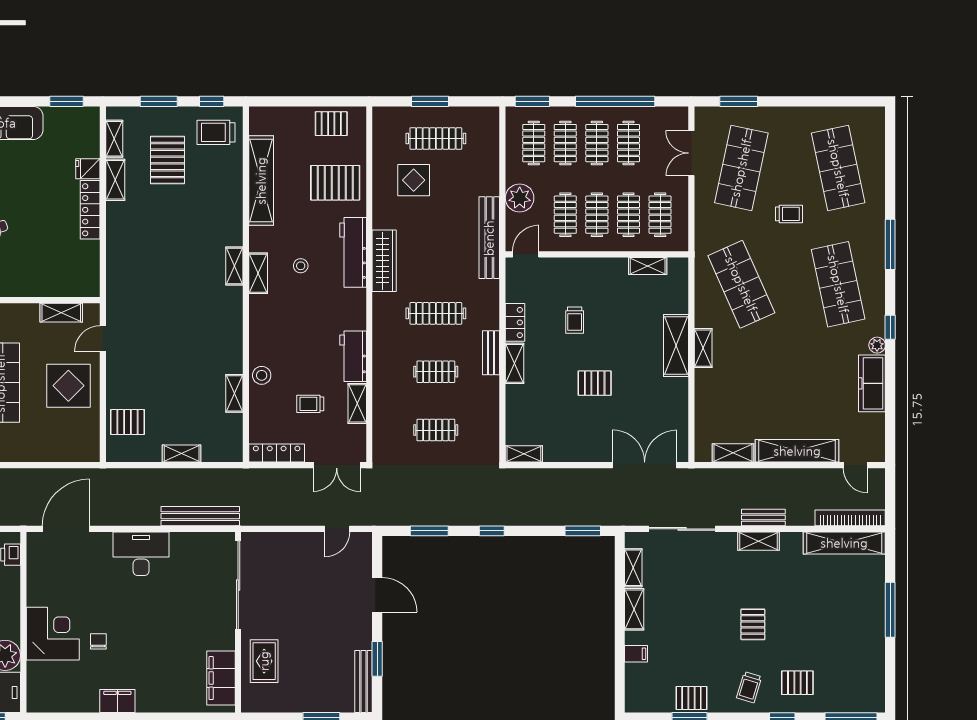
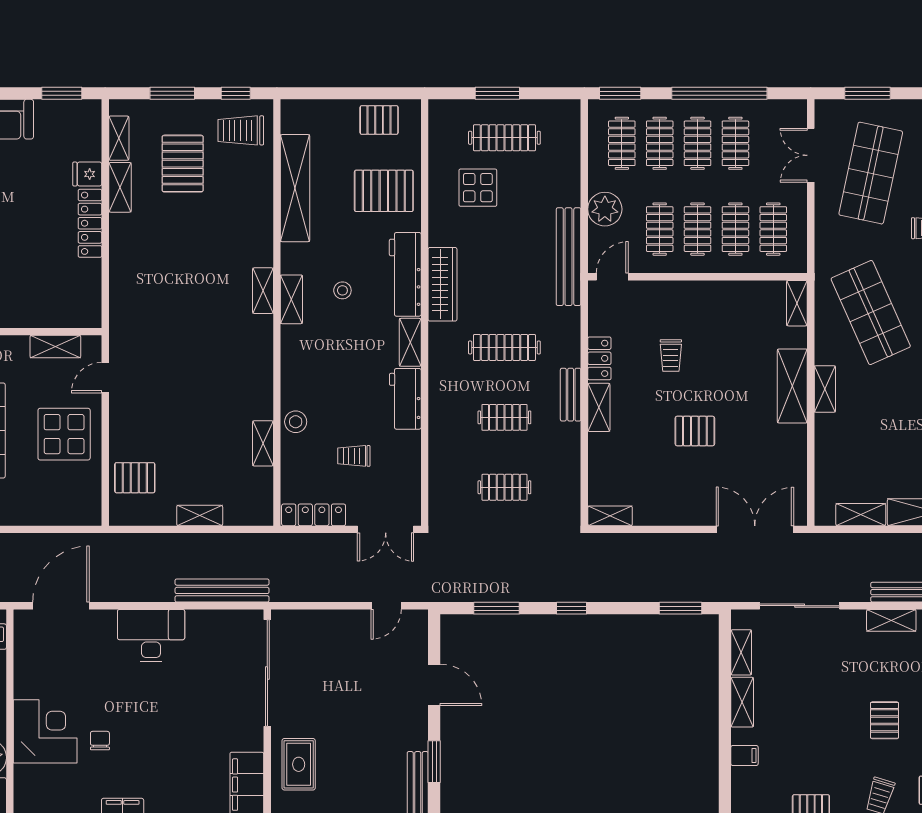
shelving: (648, 266) -> (797, 303), moved, turned 90
shelving: (357, 403) -> (410, 342), moved

